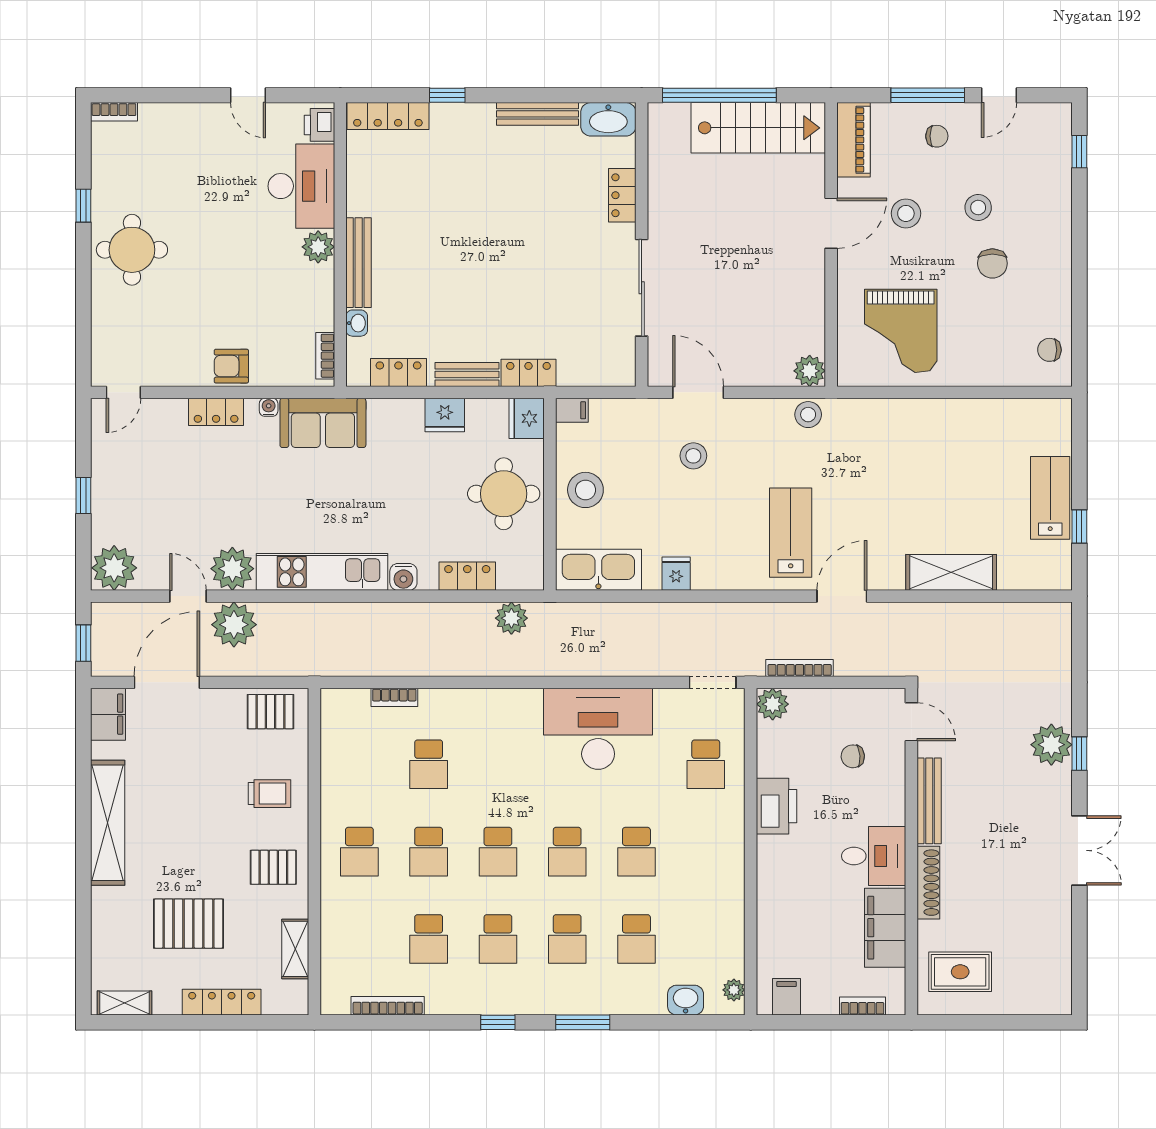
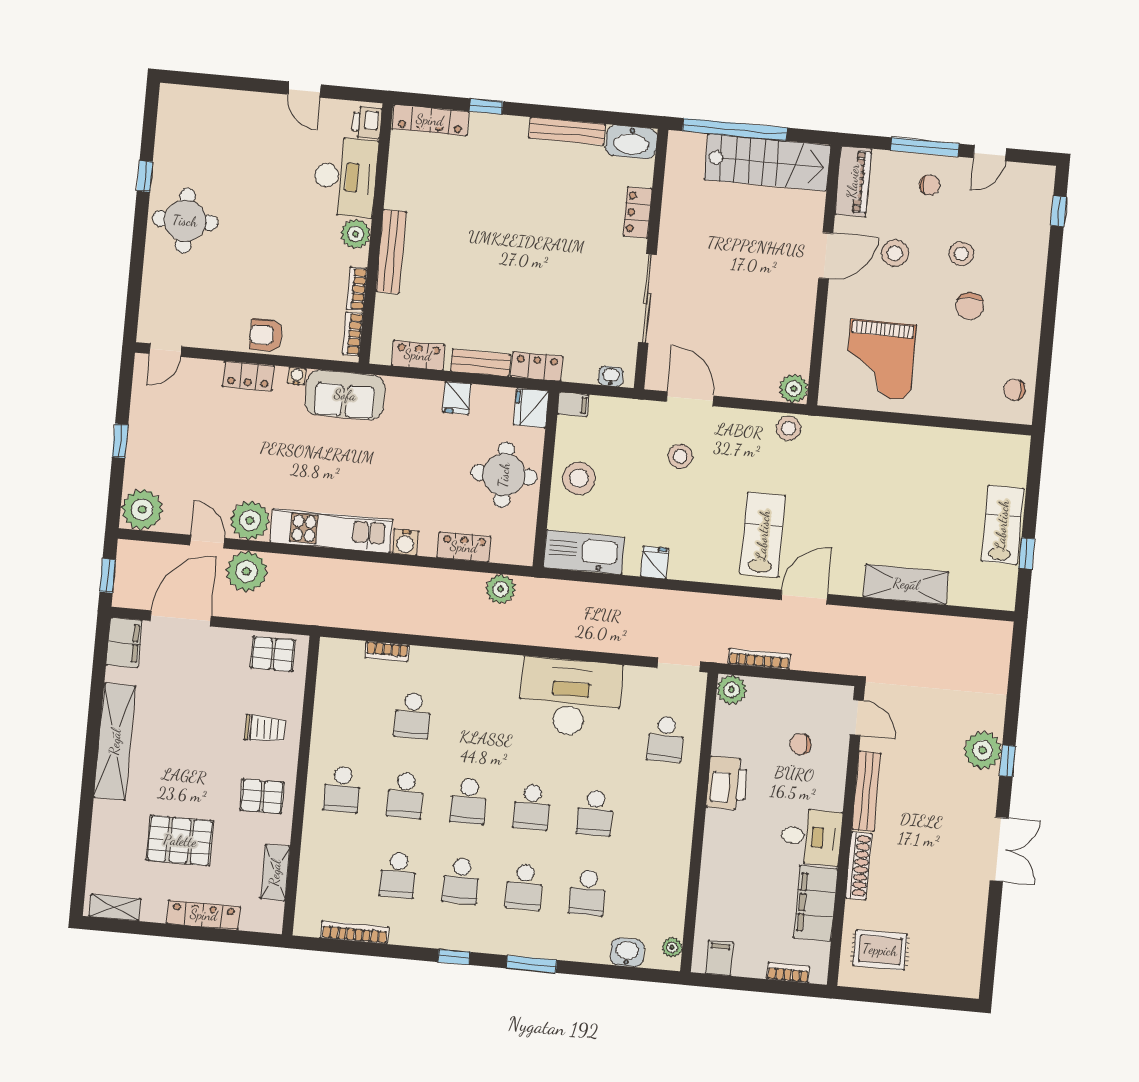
bookcase: (114, 112) -> (357, 289), moved, turned 90
washbasin: (357, 323) -> (611, 376), moved, turned -90
fridge: (445, 415) -> (457, 398), width x0.72

